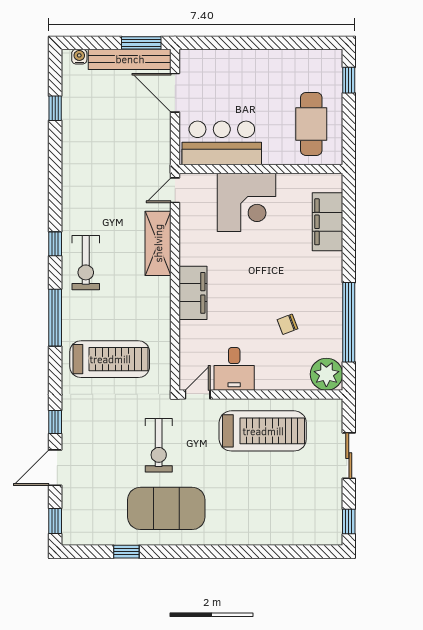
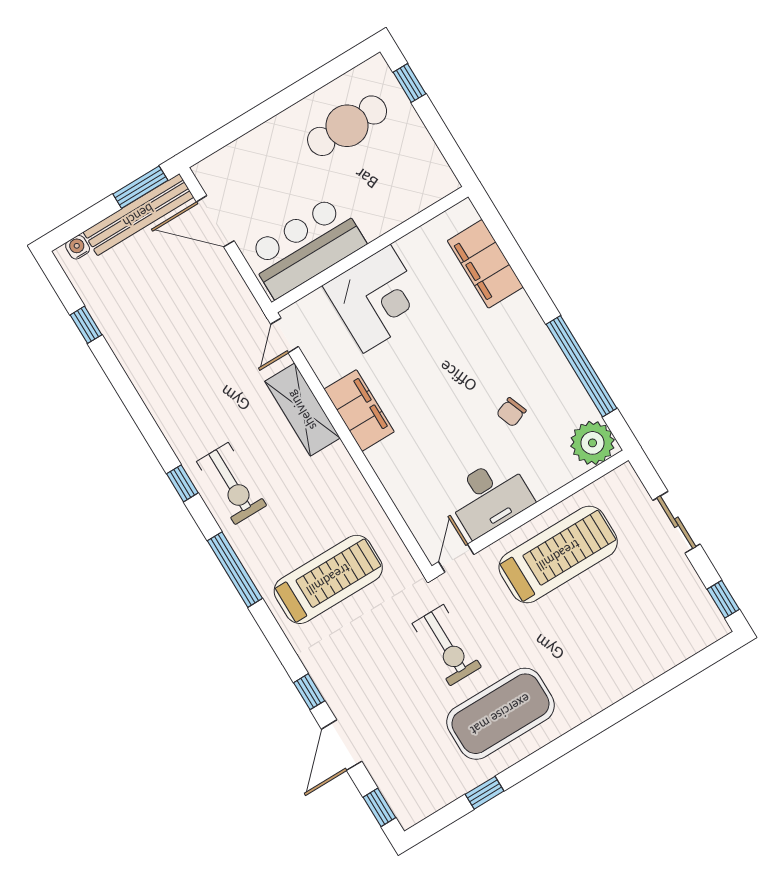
cafe table: (311, 124) -> (347, 126), moved, turned 90
filing cabinet: (193, 293) -> (359, 410), moved
desk: (234, 369) -> (489, 497), width x1.37

